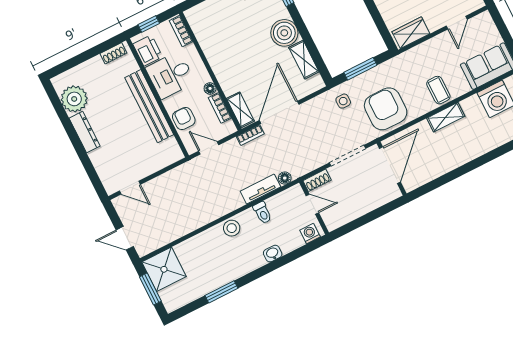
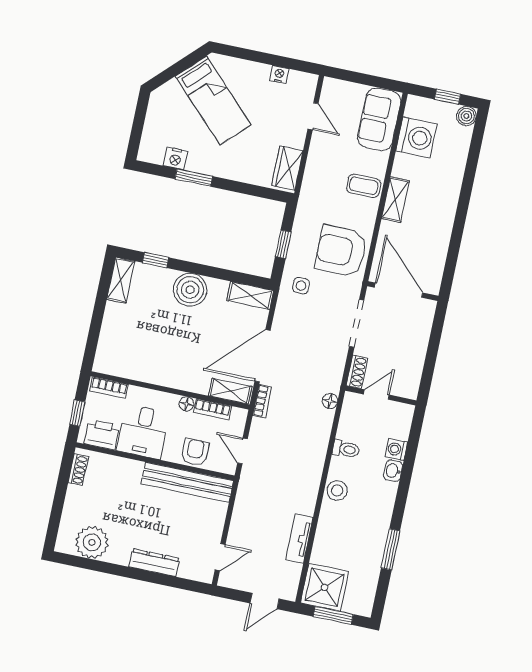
shelving: (304, 60) -> (250, 296), moved
window: (360, 69) -> (283, 244), width x0.67
bench: (149, 106) -> (187, 482), moved
door: (279, 112) -> (263, 356), hinge flipped
armchair: (184, 118) -> (195, 452), turned 90
dresser: (85, 132) -> (154, 563), moved
door: (209, 148) -> (242, 451), hinge flipped
tv unit: (260, 189) -> (300, 539), moved
washing machine: (310, 234) -> (396, 449), moved

